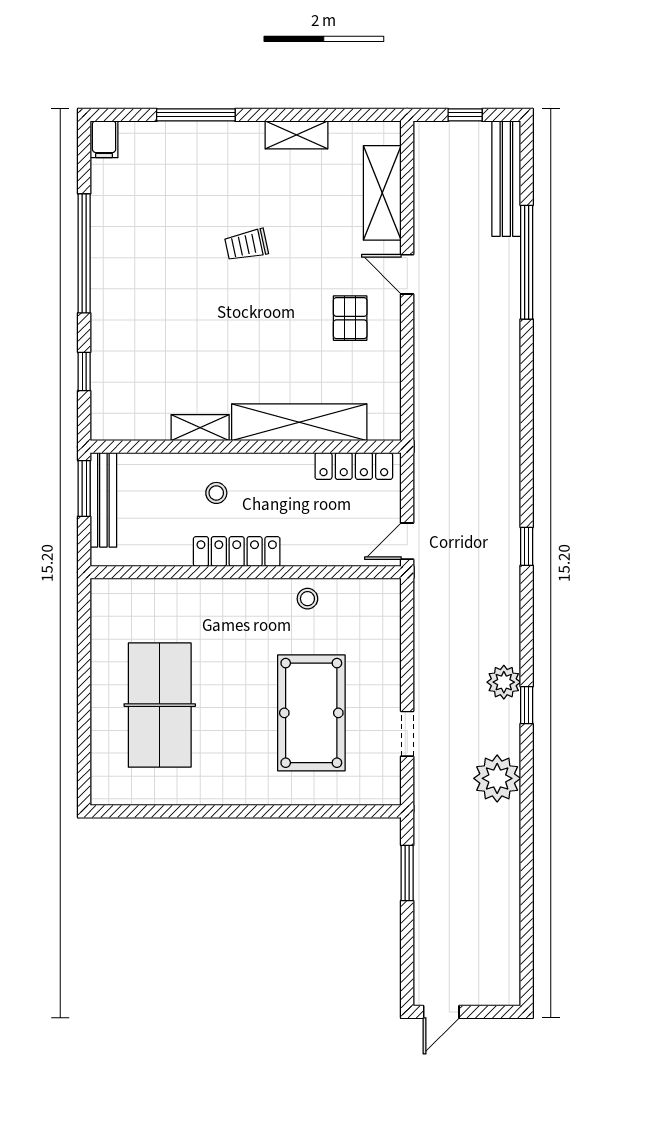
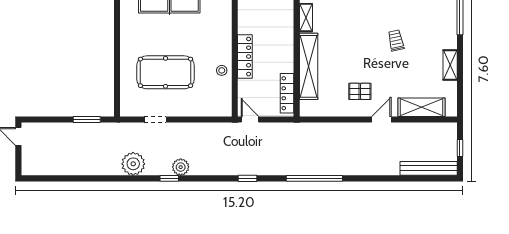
window: (527, 262) -> (314, 178), moved
stool: (216, 493) -> (274, 26), removed
locker: (237, 551) -> (245, 56), moved

